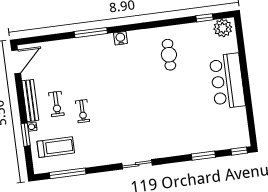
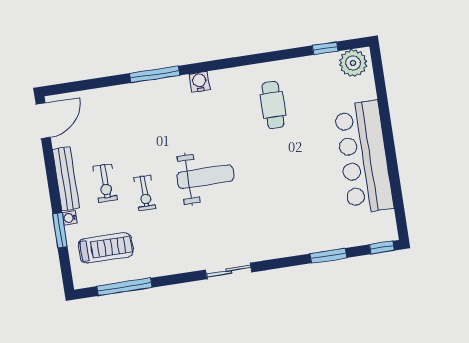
bar counter: (227, 81) -> (364, 157), width x1.36
weight bench: (123, 101) -> (205, 177), added

